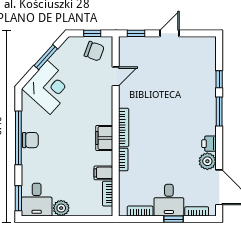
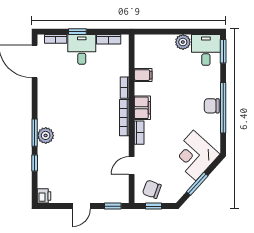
printer: (209, 144) -> (44, 196), moved
plant: (207, 161) -> (46, 135), moved
bookcase: (108, 194) -> (139, 133), moved

